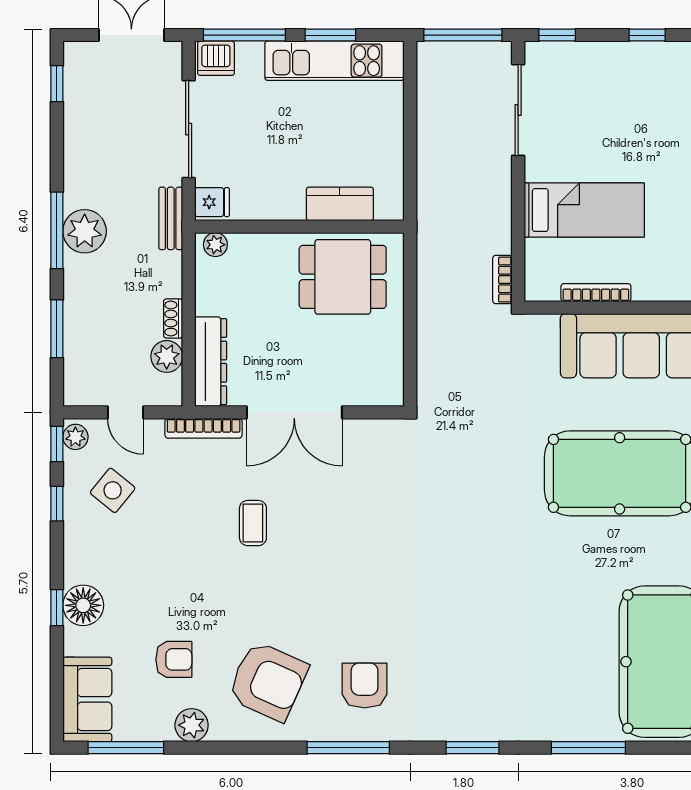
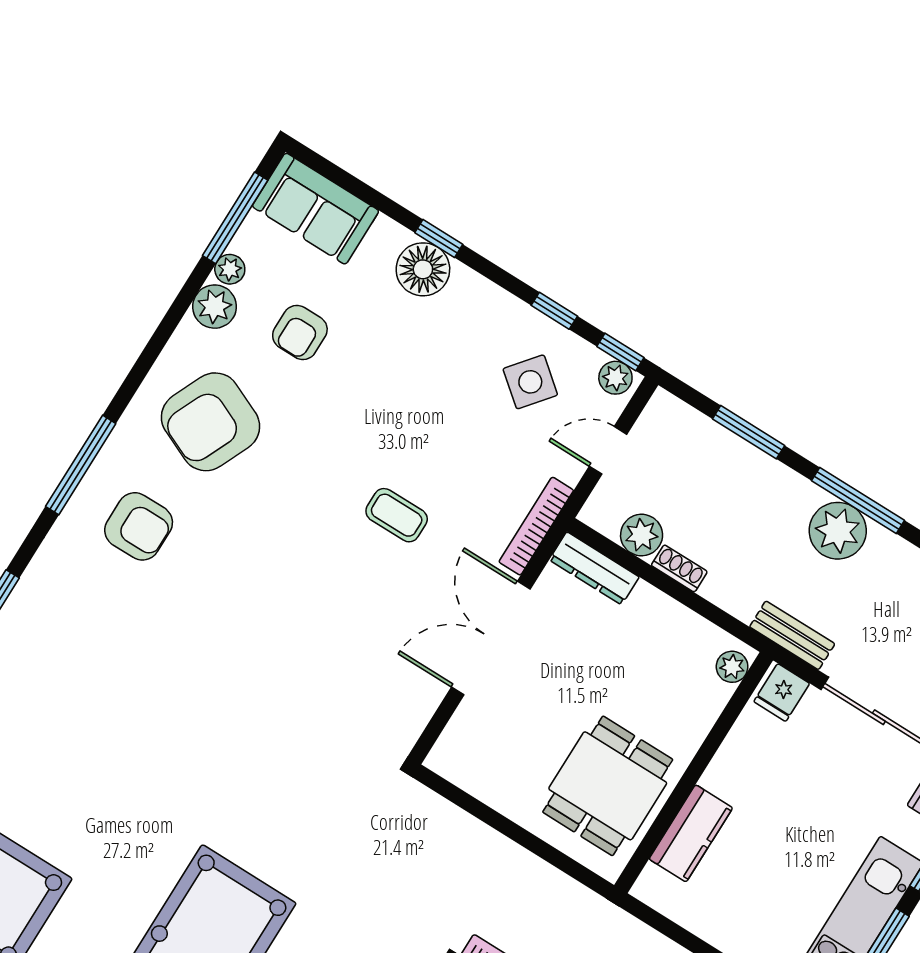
dresser: (211, 362) -> (594, 568), width x0.73, depth x0.80
plant: (161, 730) -> (230, 269), added

